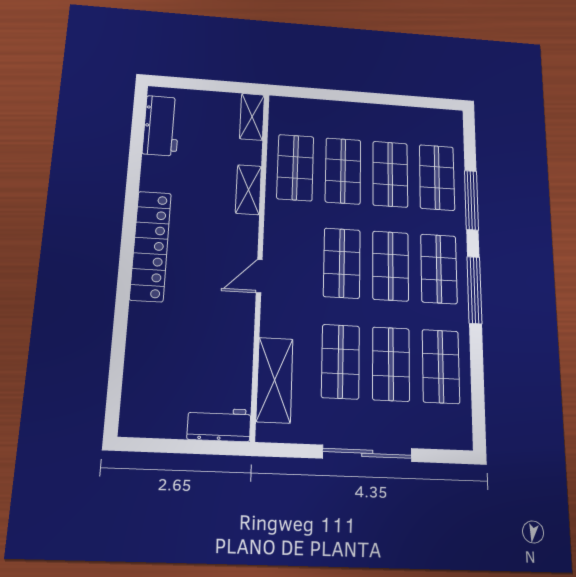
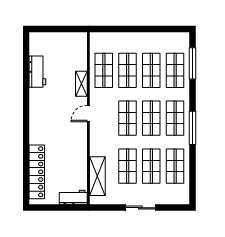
shelving: (252, 117) -> (81, 45), removed
workbench: (161, 126) -> (37, 72), moved
window: (471, 200) -> (192, 63), moved
locker: (151, 246) -> (37, 172), moved
door: (259, 276) -> (88, 113), moved
sliding door: (367, 453) -> (140, 208), width x0.73

